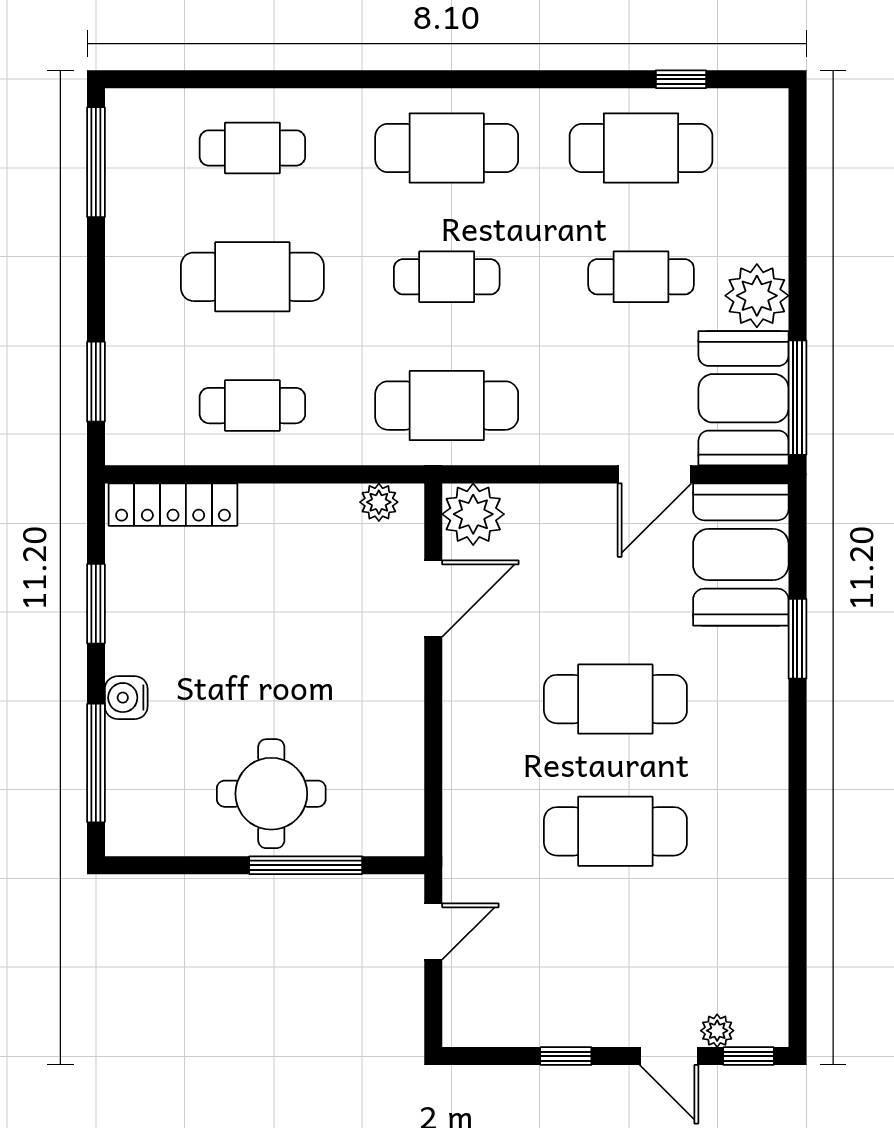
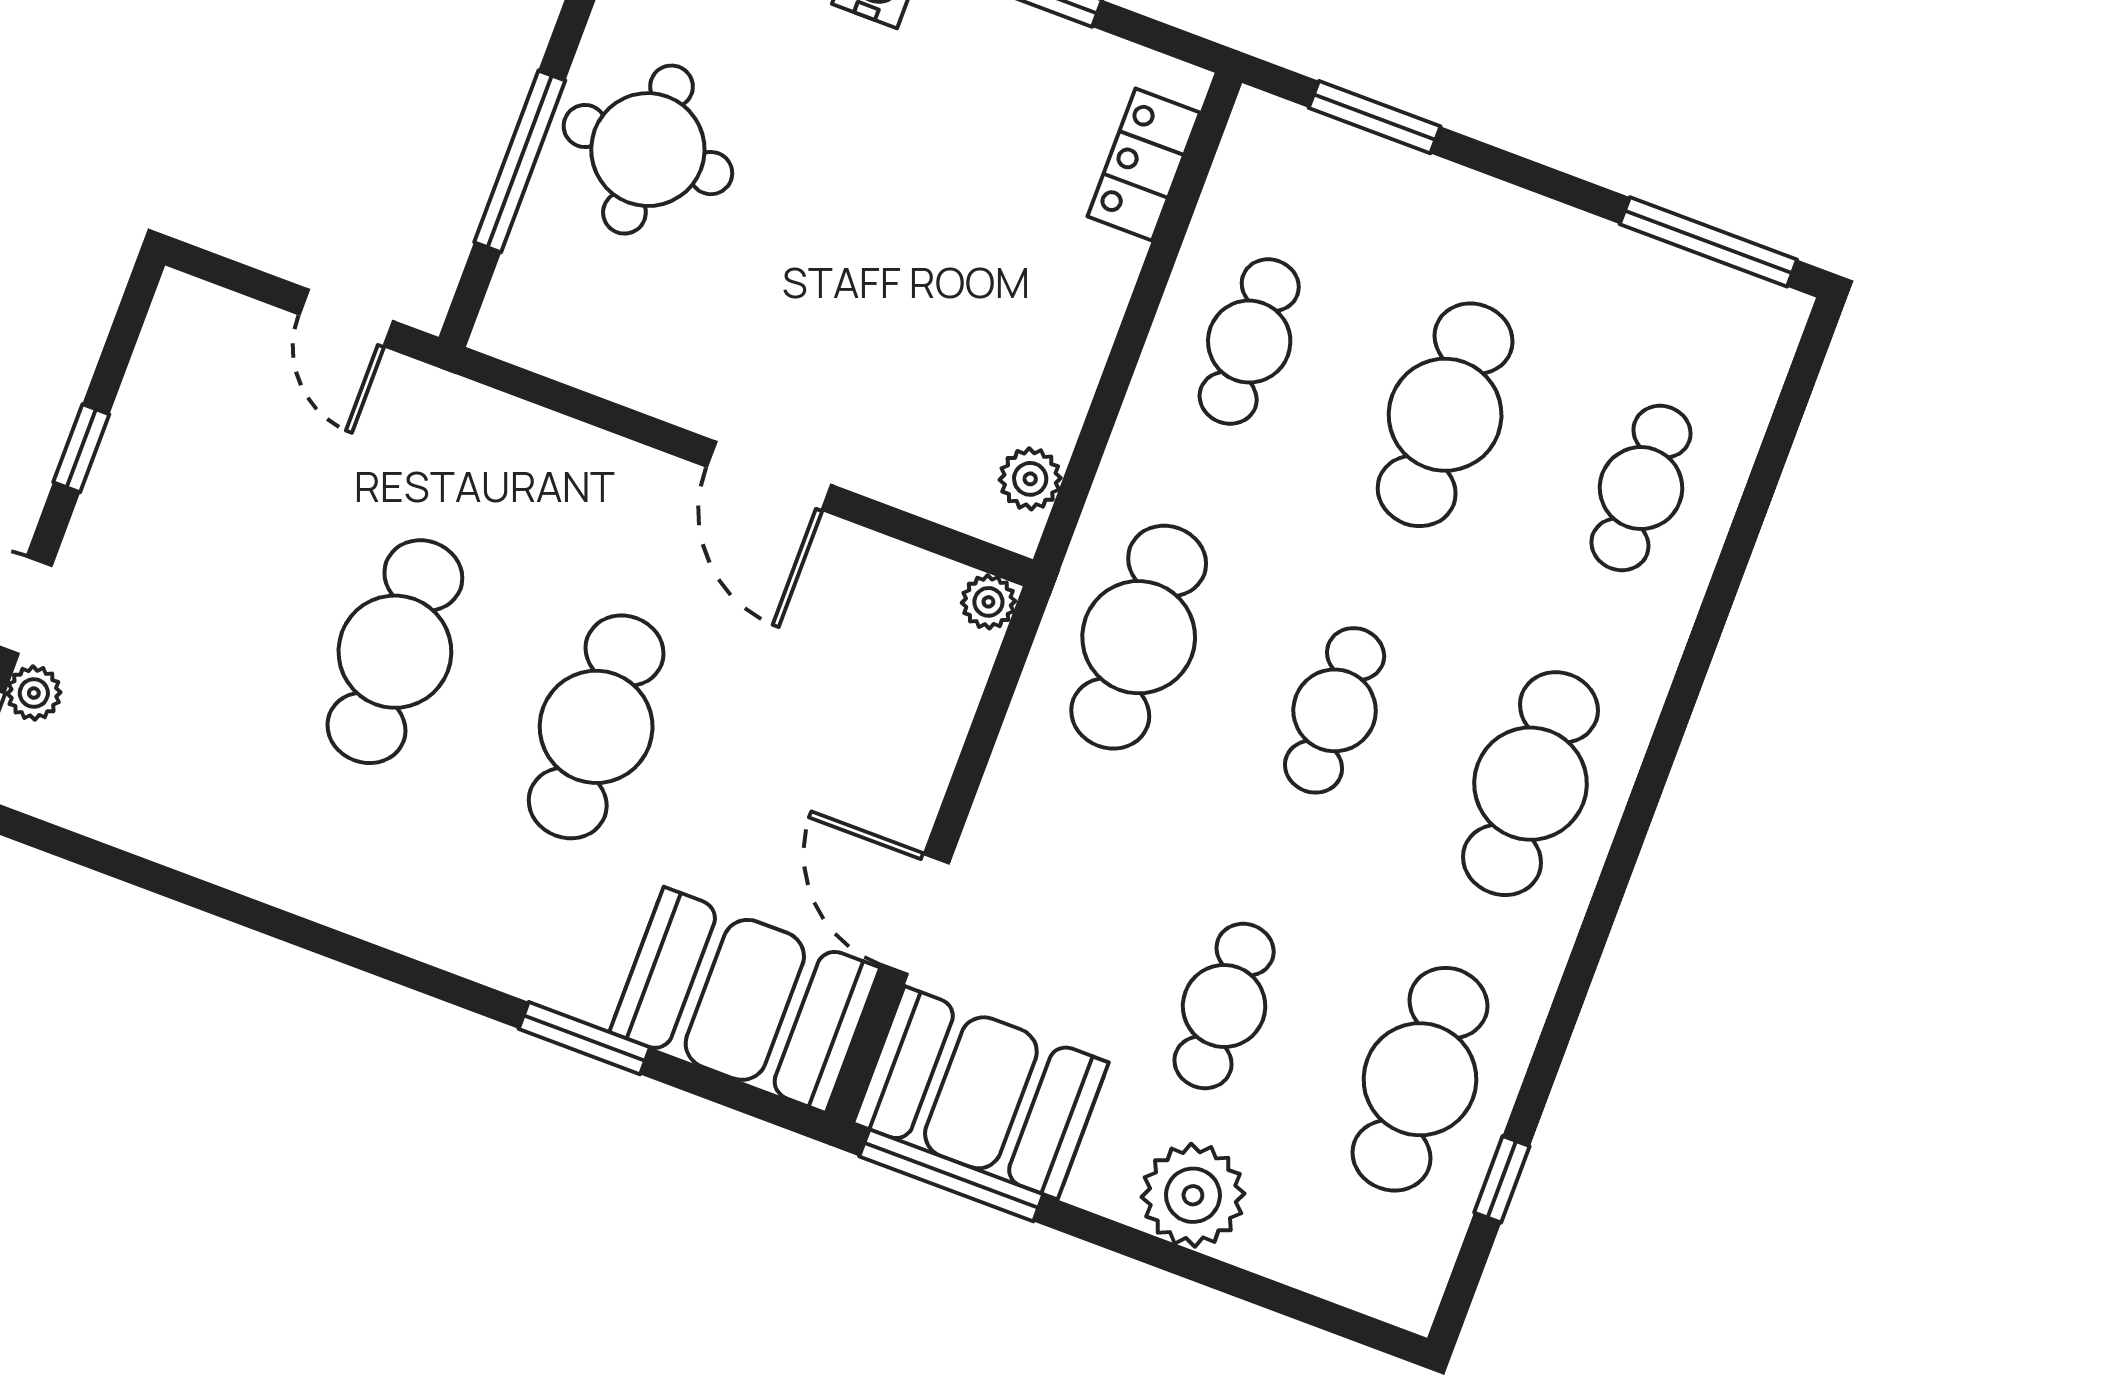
plant: (757, 296) -> (1193, 1195), moved
locker: (173, 505) -> (1144, 164), width x0.66
plant: (473, 514) -> (988, 602), width x0.53, depth x0.53
door: (433, 599) -> (769, 476), moved

